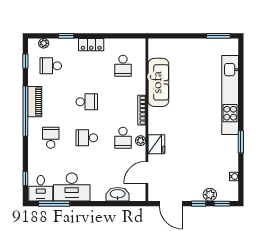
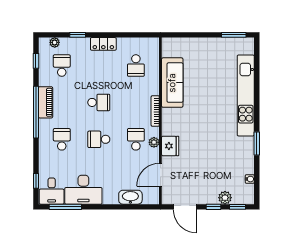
school desk: (51, 66) -> (62, 66), turned 90
school desk: (123, 138) -> (136, 139), turned 180

